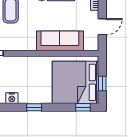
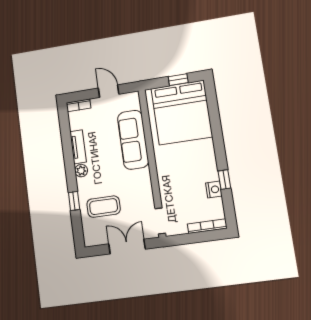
window: (34, 107) -> (224, 180), moved
window: (83, 107) -> (212, 98), removed

